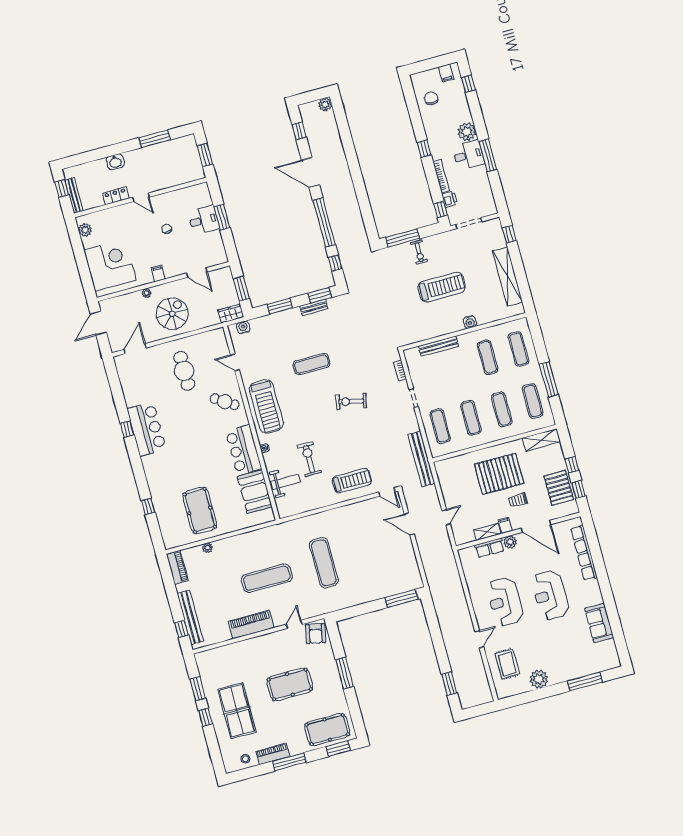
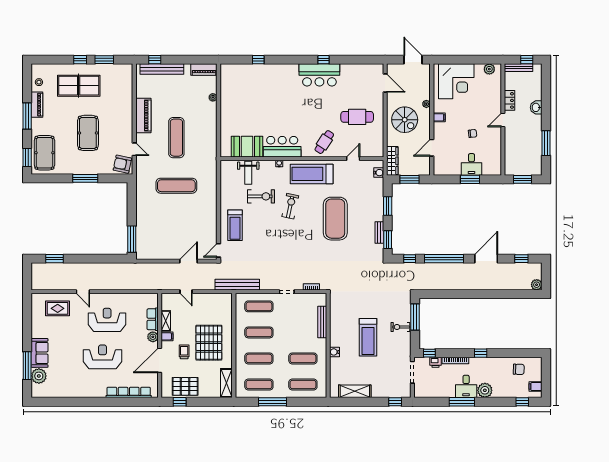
shelving: (507, 276) -> (355, 391), width x0.68
wardrobe: (231, 314) -> (392, 161), width x1.50
exercise mat: (312, 364) -> (335, 219), width x2.00, depth x1.45
exercise bike: (351, 401) -> (290, 206), moved
window: (572, 465) -> (200, 402), removed
pool table: (200, 510) -> (244, 99), removed
sofa: (599, 623) -> (40, 353), moved, turned 90
plant: (539, 679) -> (39, 376), moved

